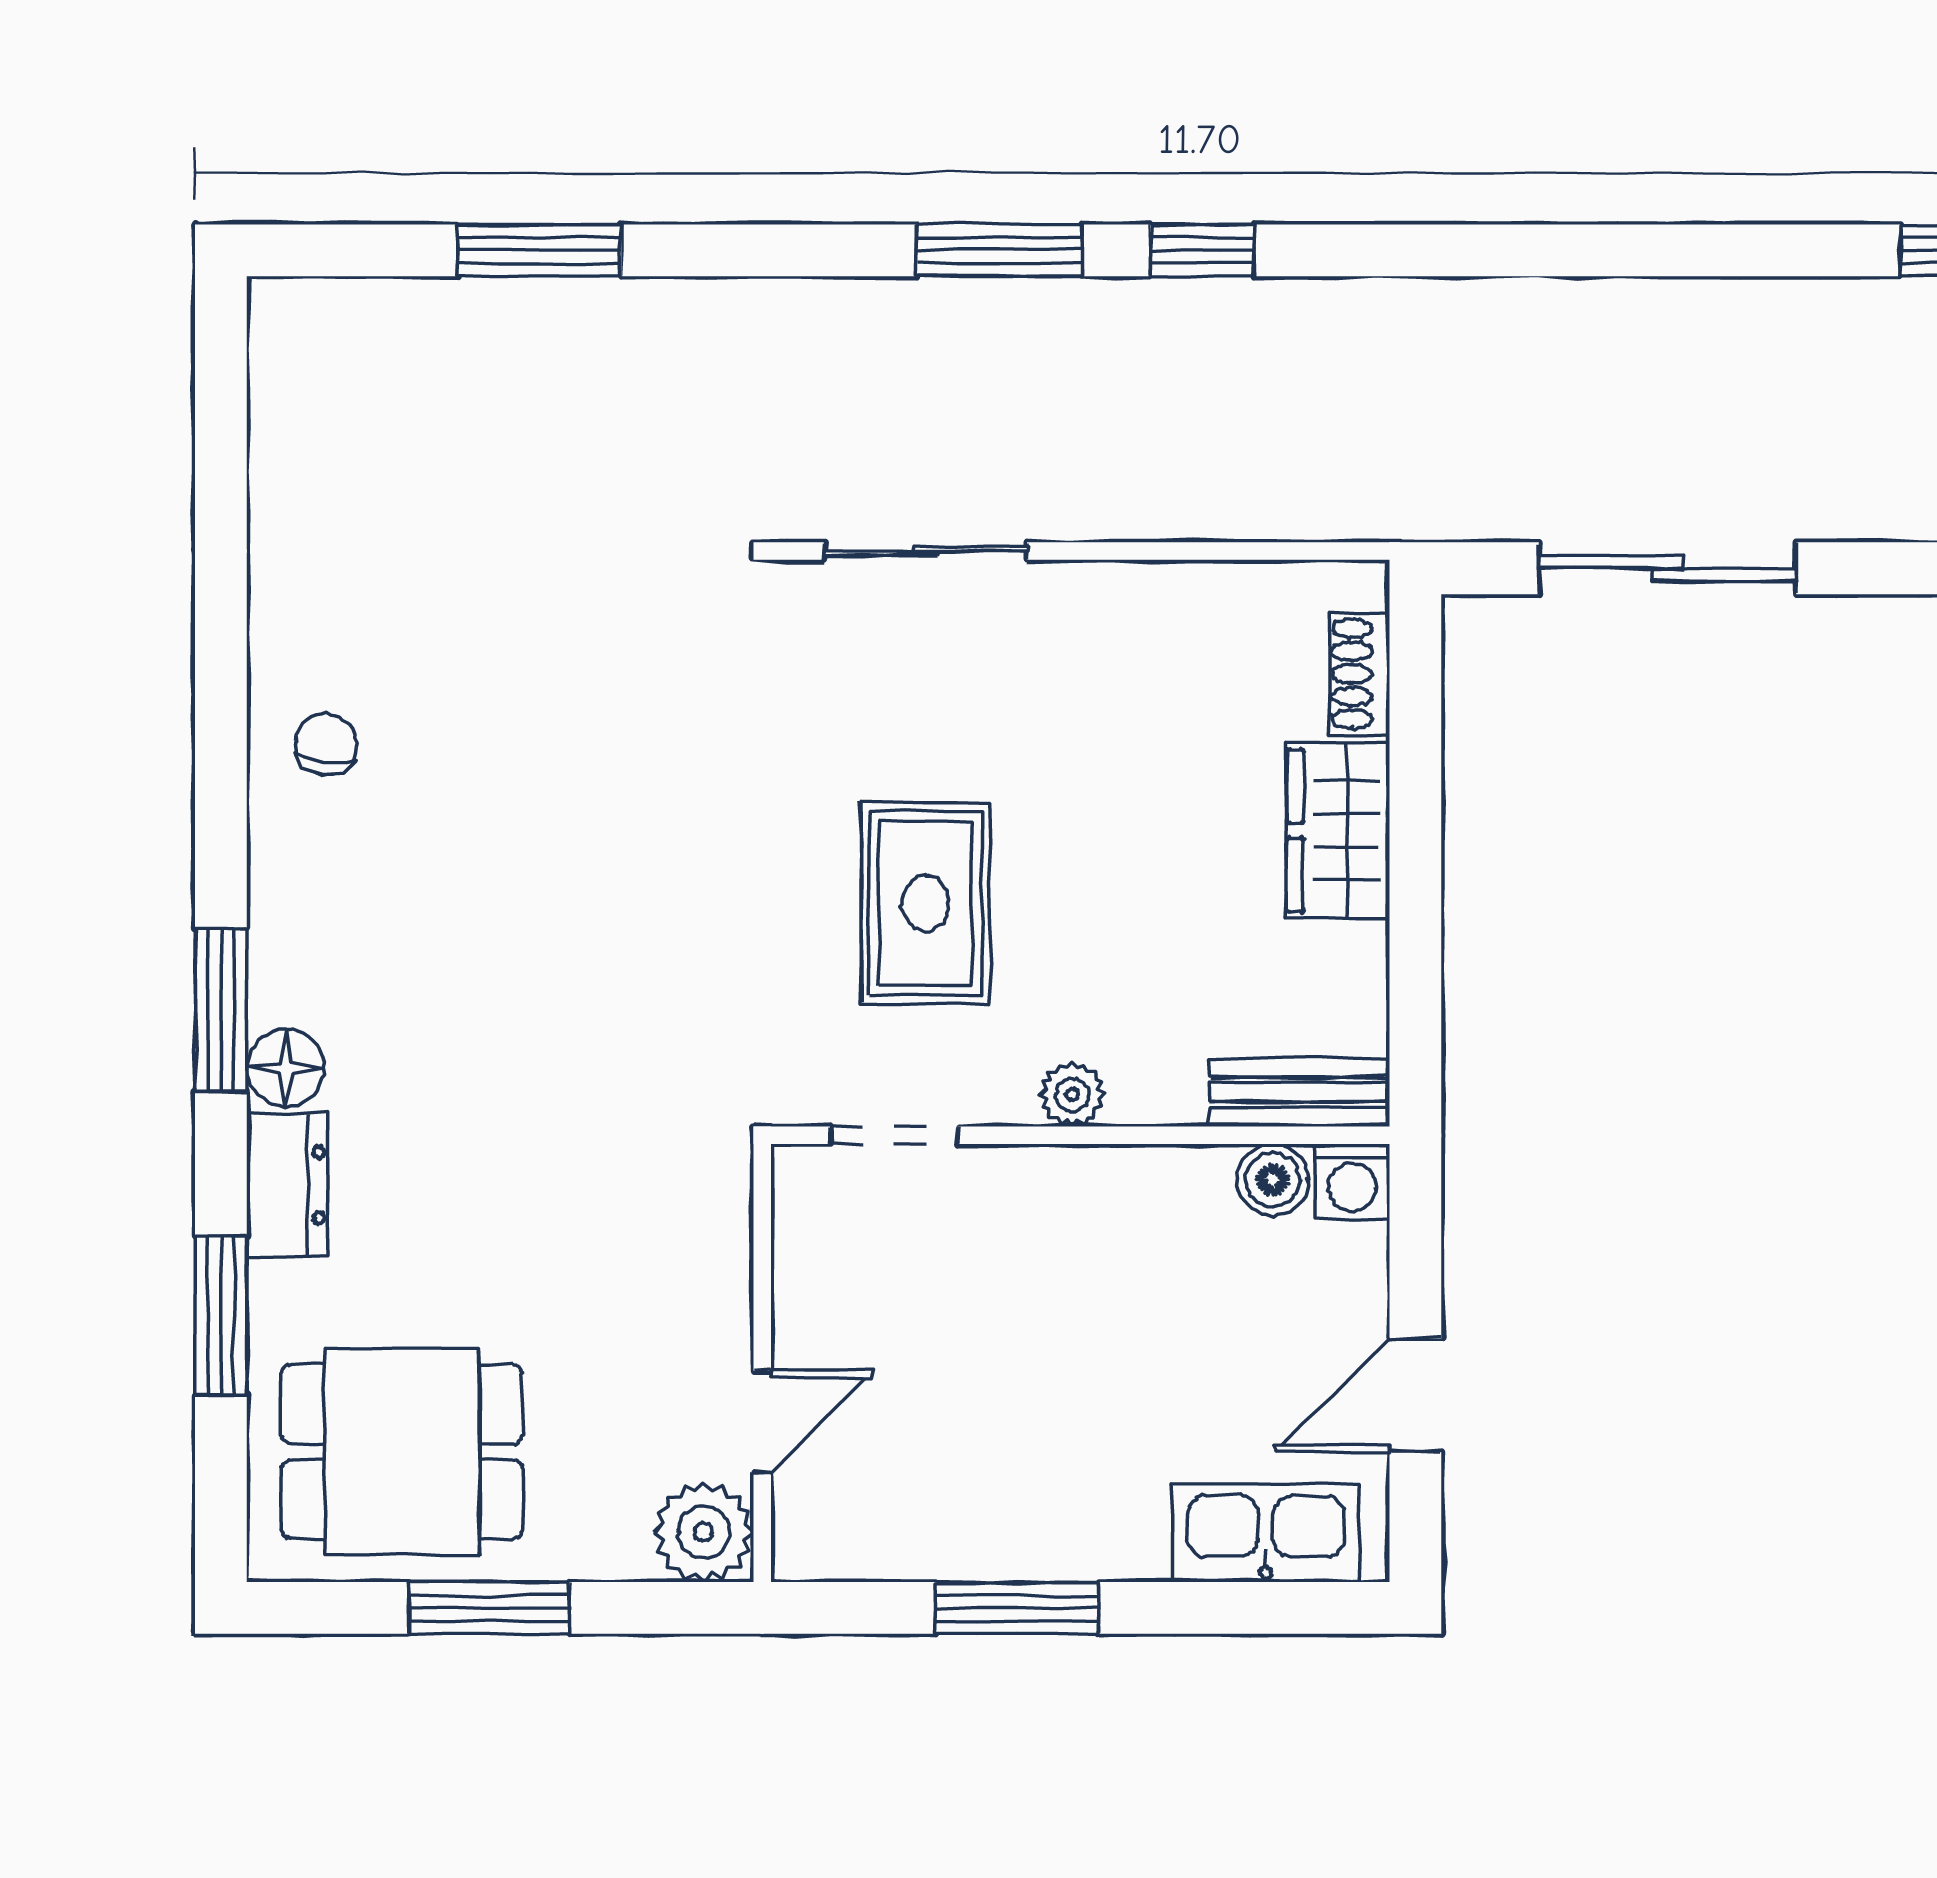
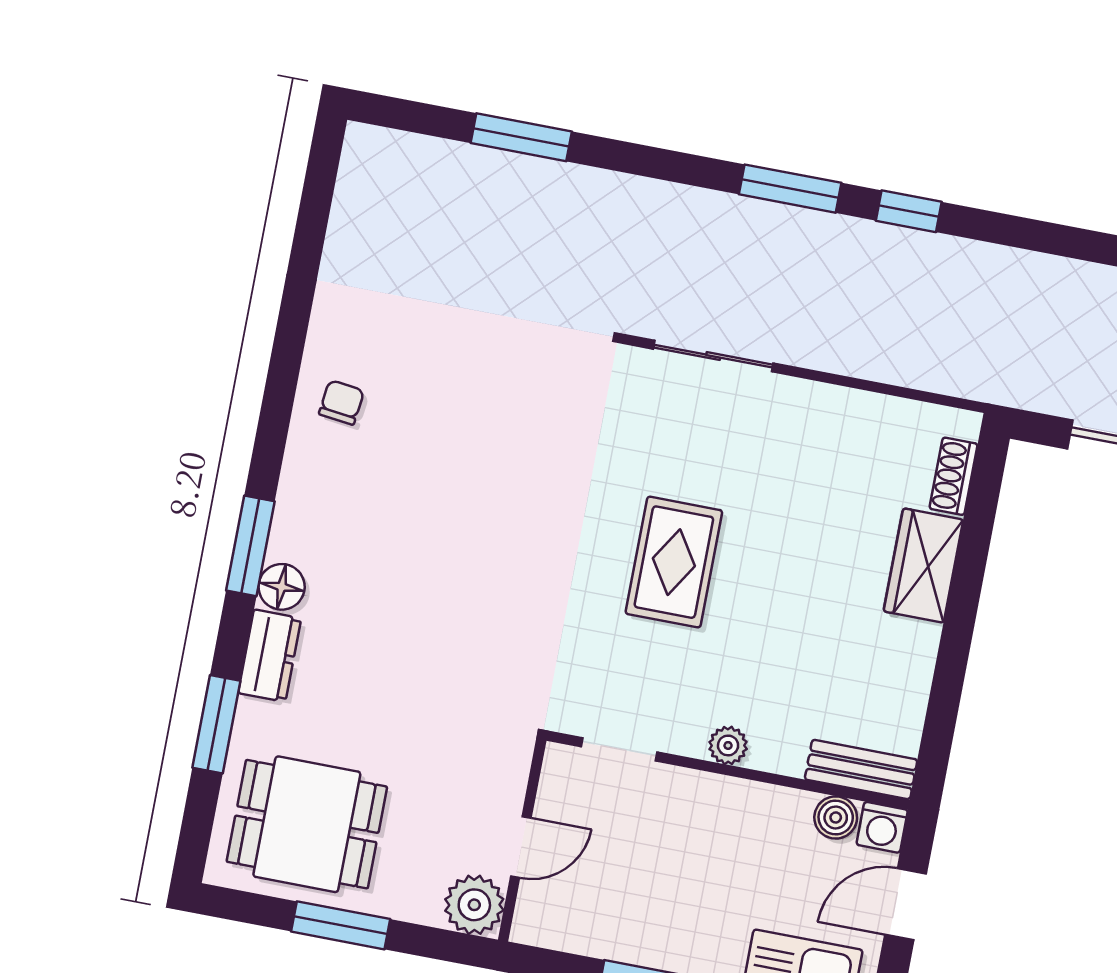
bench: (1299, 1092) -> (861, 769), moved
plant: (1072, 1095) -> (728, 745), moved
doorway: (894, 1135) -> (619, 749), moved
wall: (1080, 1135) -> (728, 770), moved
boiler: (1273, 1180) -> (836, 817), moved
washing machine: (1352, 1181) -> (882, 827), moved

